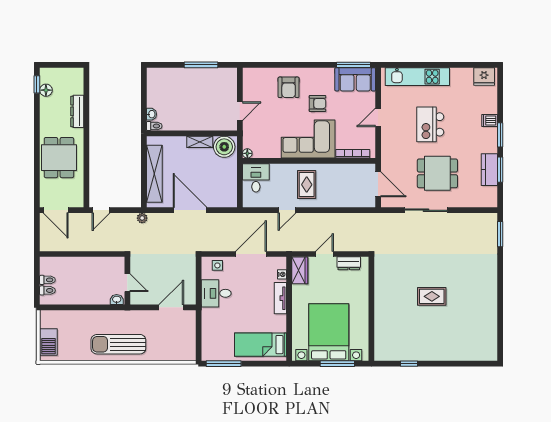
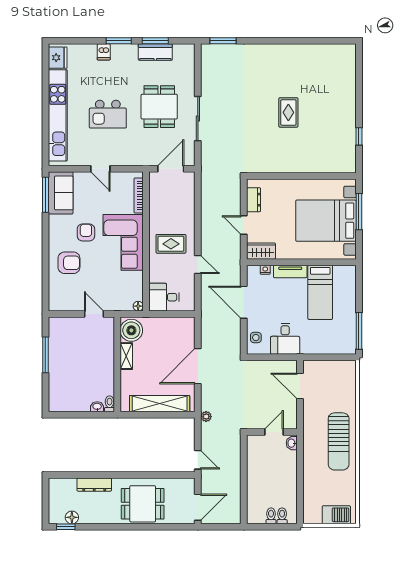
kitchen unit: (417, 77) -> (58, 115), width x1.36
bed: (260, 345) -> (320, 292), moved

